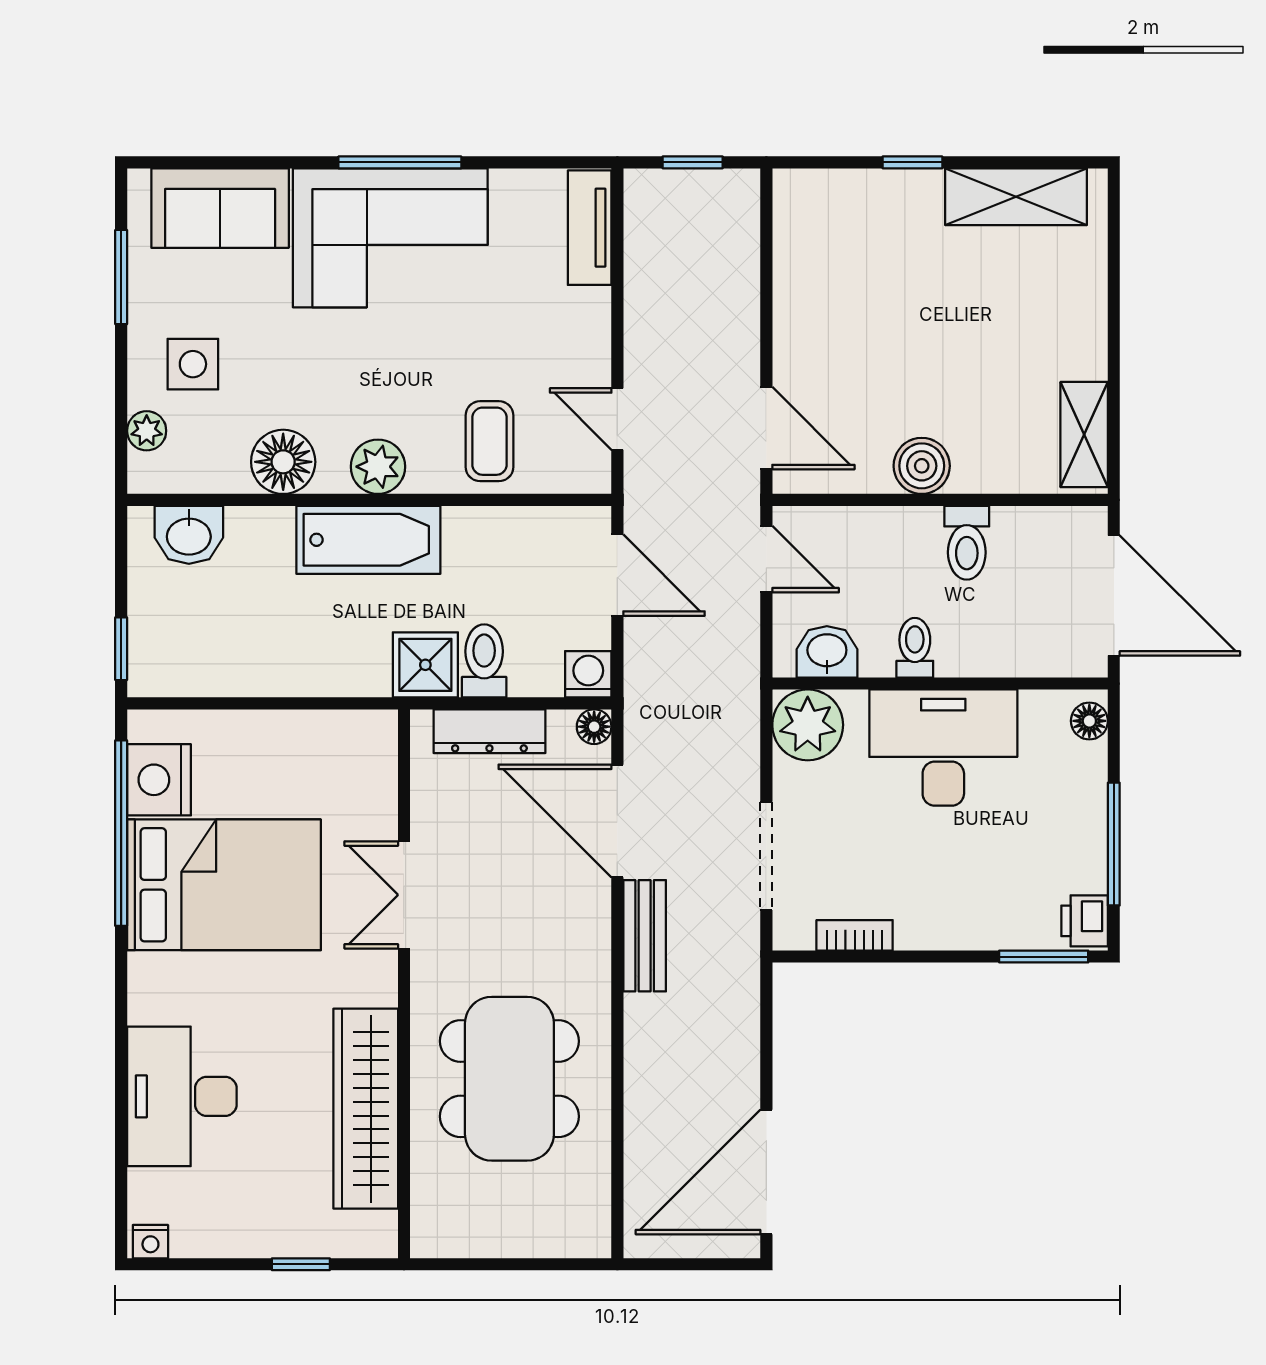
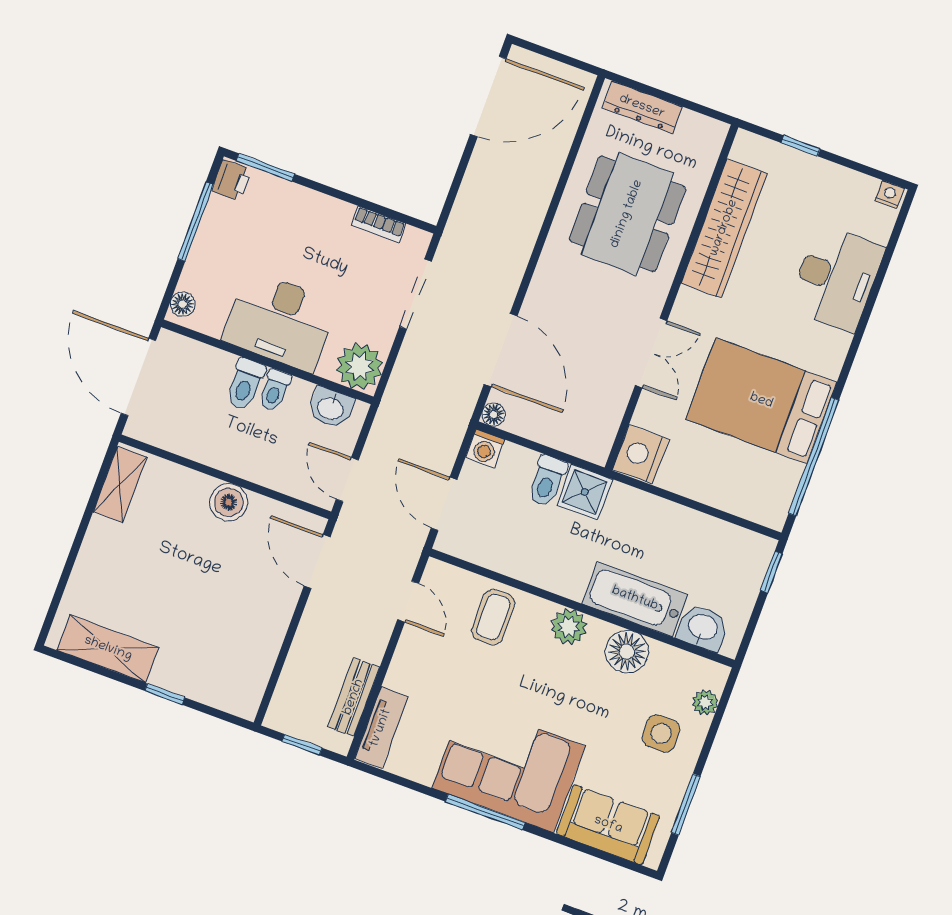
bathtub: (368, 540) -> (635, 599), moved
toilet: (967, 543) -> (245, 384), moved, turned 180
dresser: (489, 731) -> (642, 107), moved, turned 180
nightstand: (159, 780) -> (641, 454), moved, turned 180
bench: (645, 936) -> (354, 697), moved

